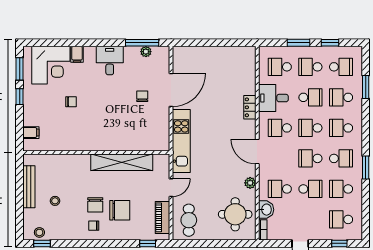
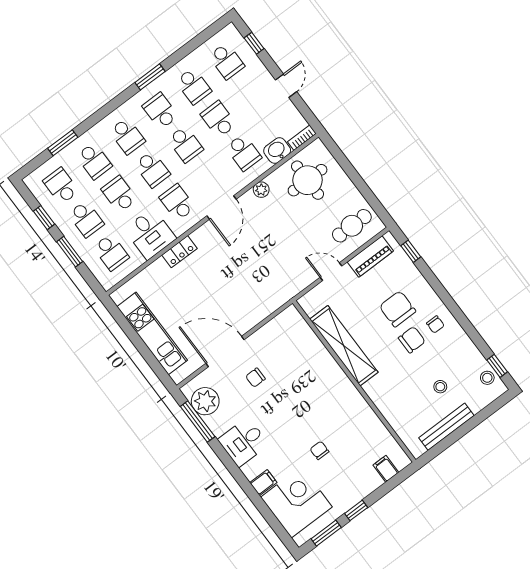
plant: (146, 52) -> (205, 401), width x1.88, depth x1.88
school desk: (280, 128) -> (177, 202), turned 180
kitchen unit: (181, 141) -> (152, 333), moved, turned 90

